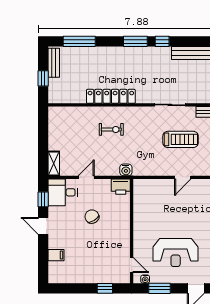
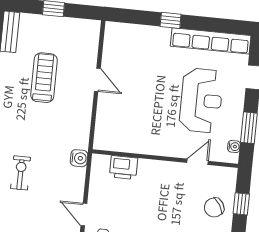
printer: (121, 187) -> (124, 168), moved, turned 90
chair: (92, 217) -> (214, 207), moved
door: (132, 265) -> (198, 162), moved

